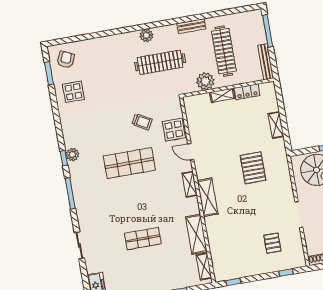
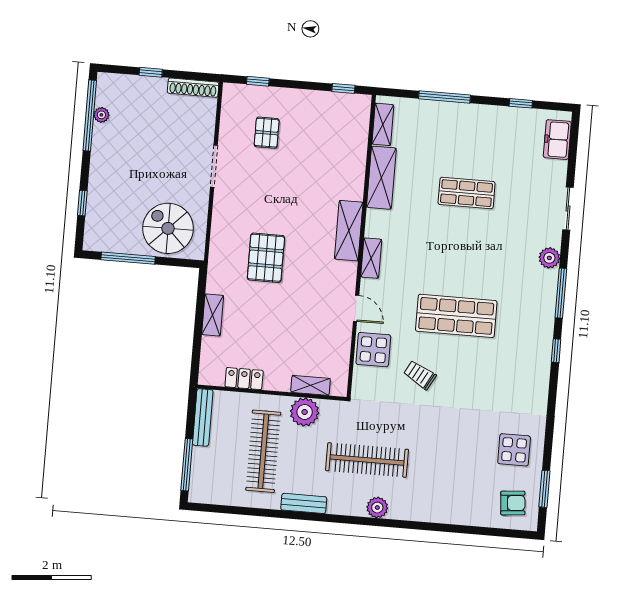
armchair: (66, 60) -> (513, 503), turned -119
shelving: (222, 95) -> (311, 385), moved
plant: (72, 155) -> (549, 258), moved

